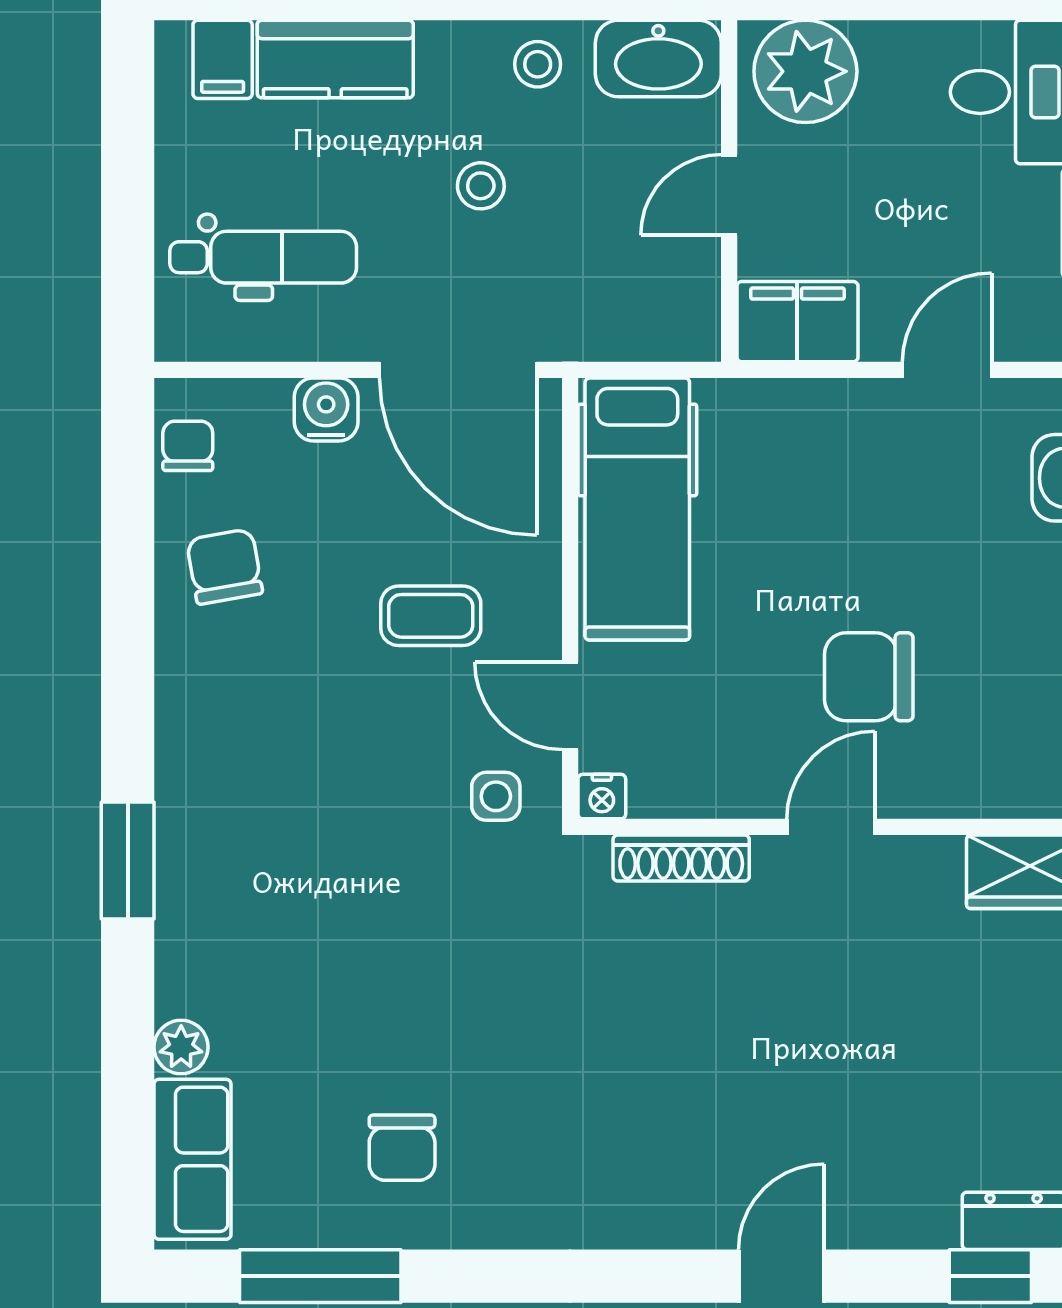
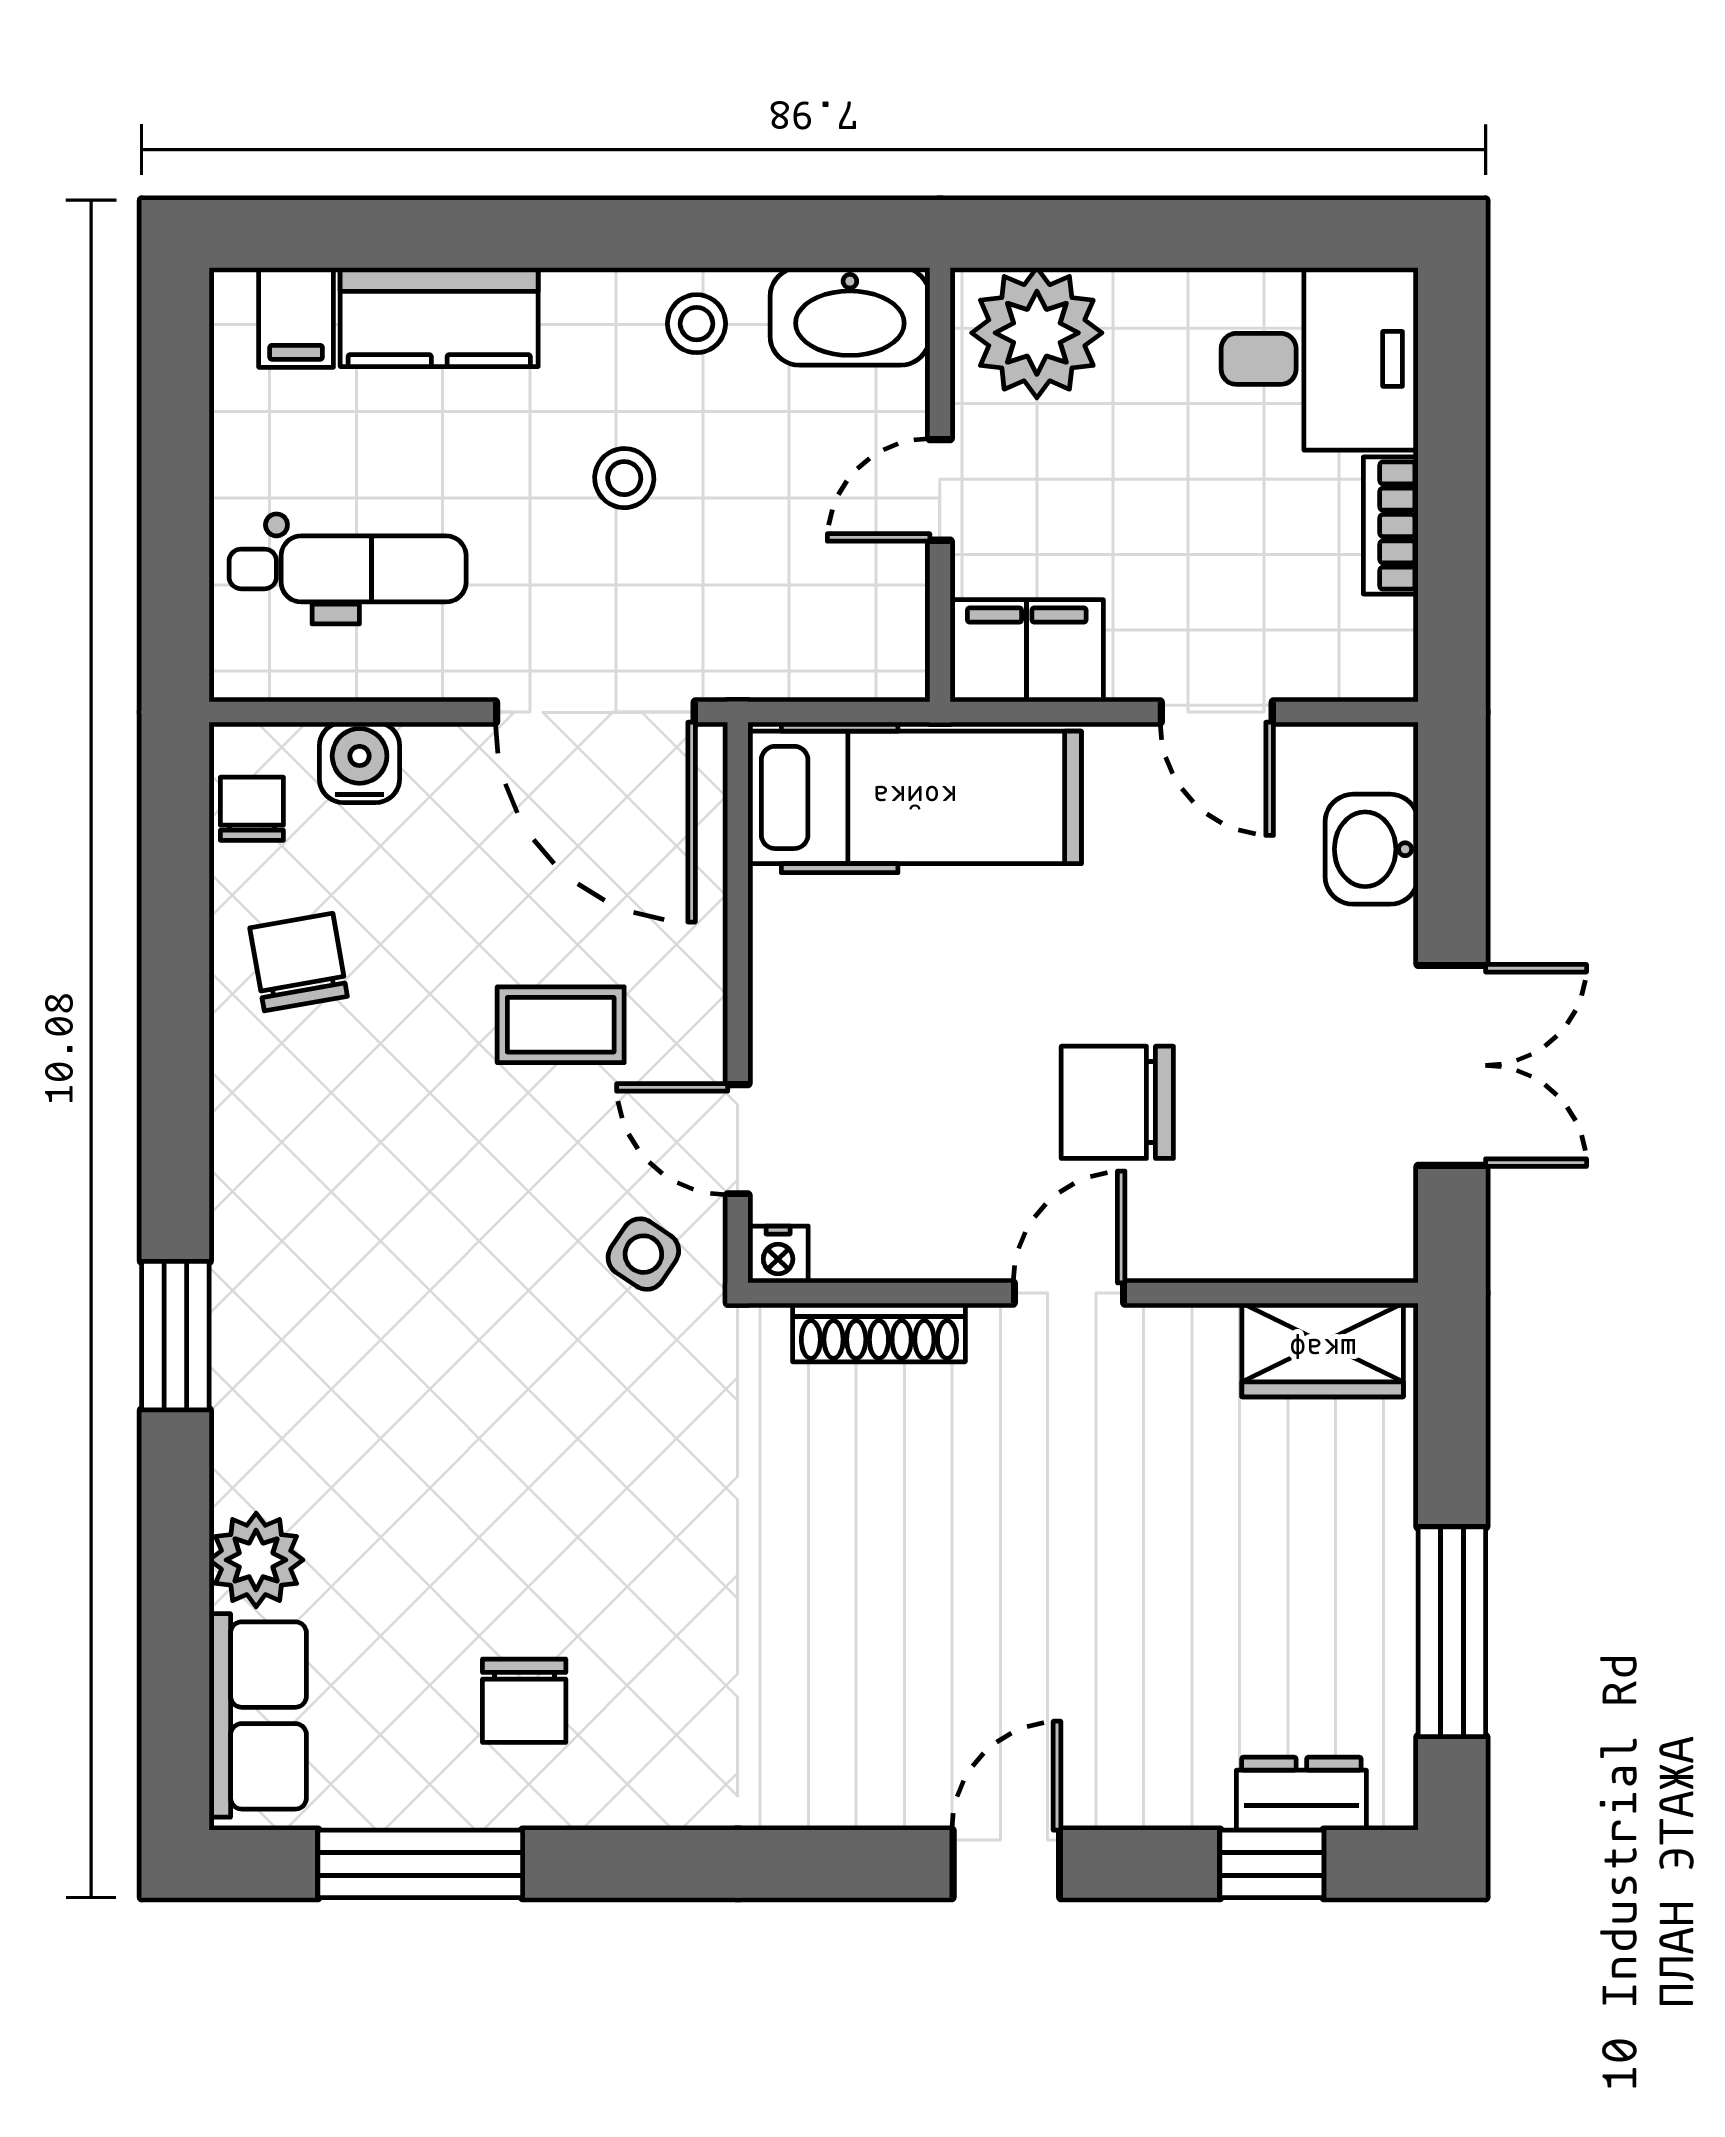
door: (947, 370) -> (1217, 712), swing flipped
water cooler: (326, 409) -> (360, 762), moved
hospital bed: (637, 509) -> (915, 797), moved, turned -90
side table: (496, 796) -> (643, 1254), turned 34
plant: (181, 1047) -> (256, 1560), width x1.38, depth x1.38

